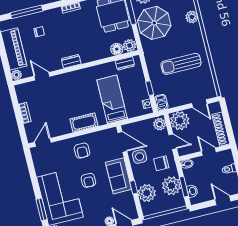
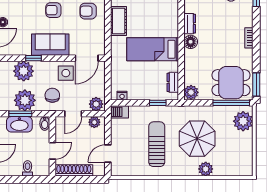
parasol: (154, 23) -> (197, 139), moved
floor lamp: (117, 49) -> (191, 42), moved
window: (150, 88) -> (158, 103), moved
bed: (112, 99) -> (153, 49), moved, turned 180
plant: (180, 121) -> (94, 122), width x0.53, depth x0.53
washbasin: (192, 191) -> (19, 124), width x1.91, depth x1.45

